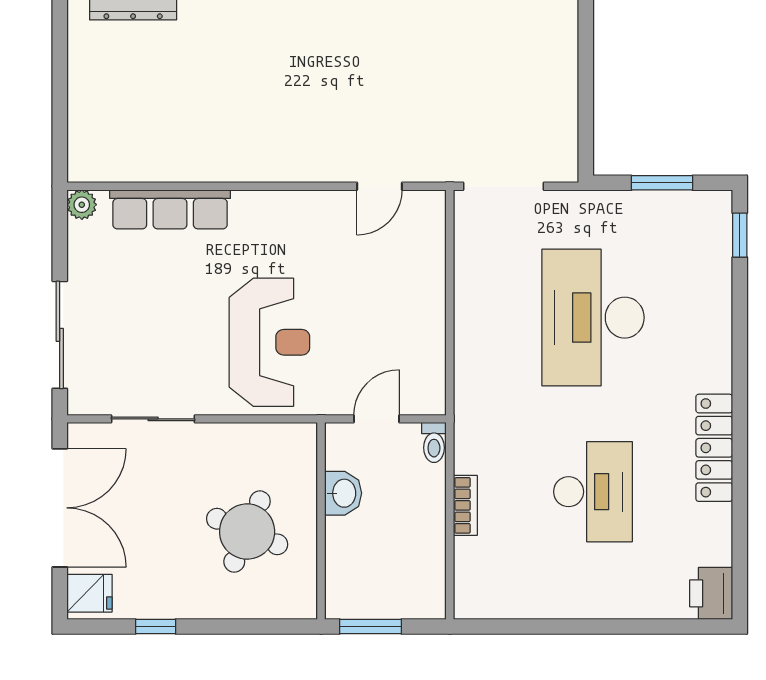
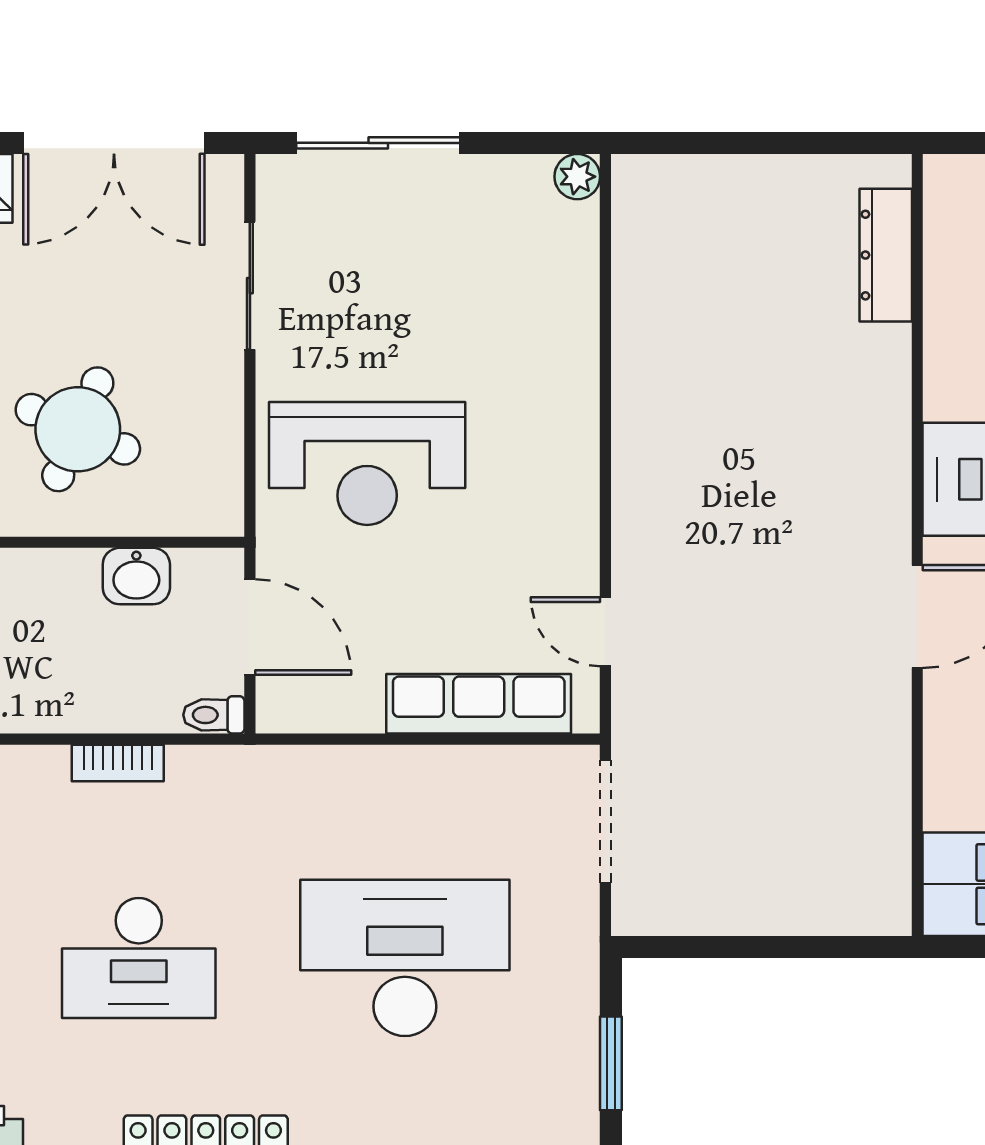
row of seats: (170, 209) -> (479, 704), moved, turned 90
door: (376, 419) -> (250, 627), width x1.38

